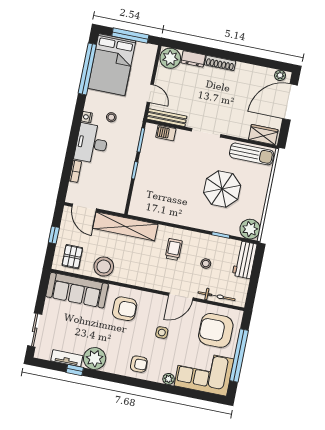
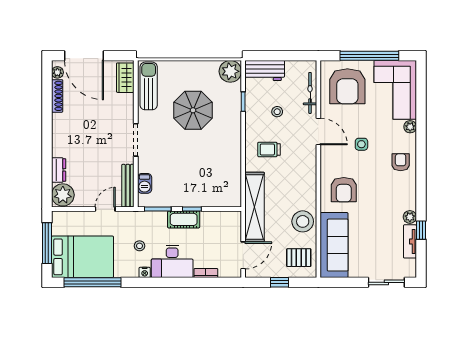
shoe rack: (220, 63) -> (57, 96), moved
cot: (127, 161) -> (184, 219), added
armchair: (125, 309) -> (344, 190), turned 180
plant: (95, 358) -> (410, 217), width x0.53, depth x0.53

